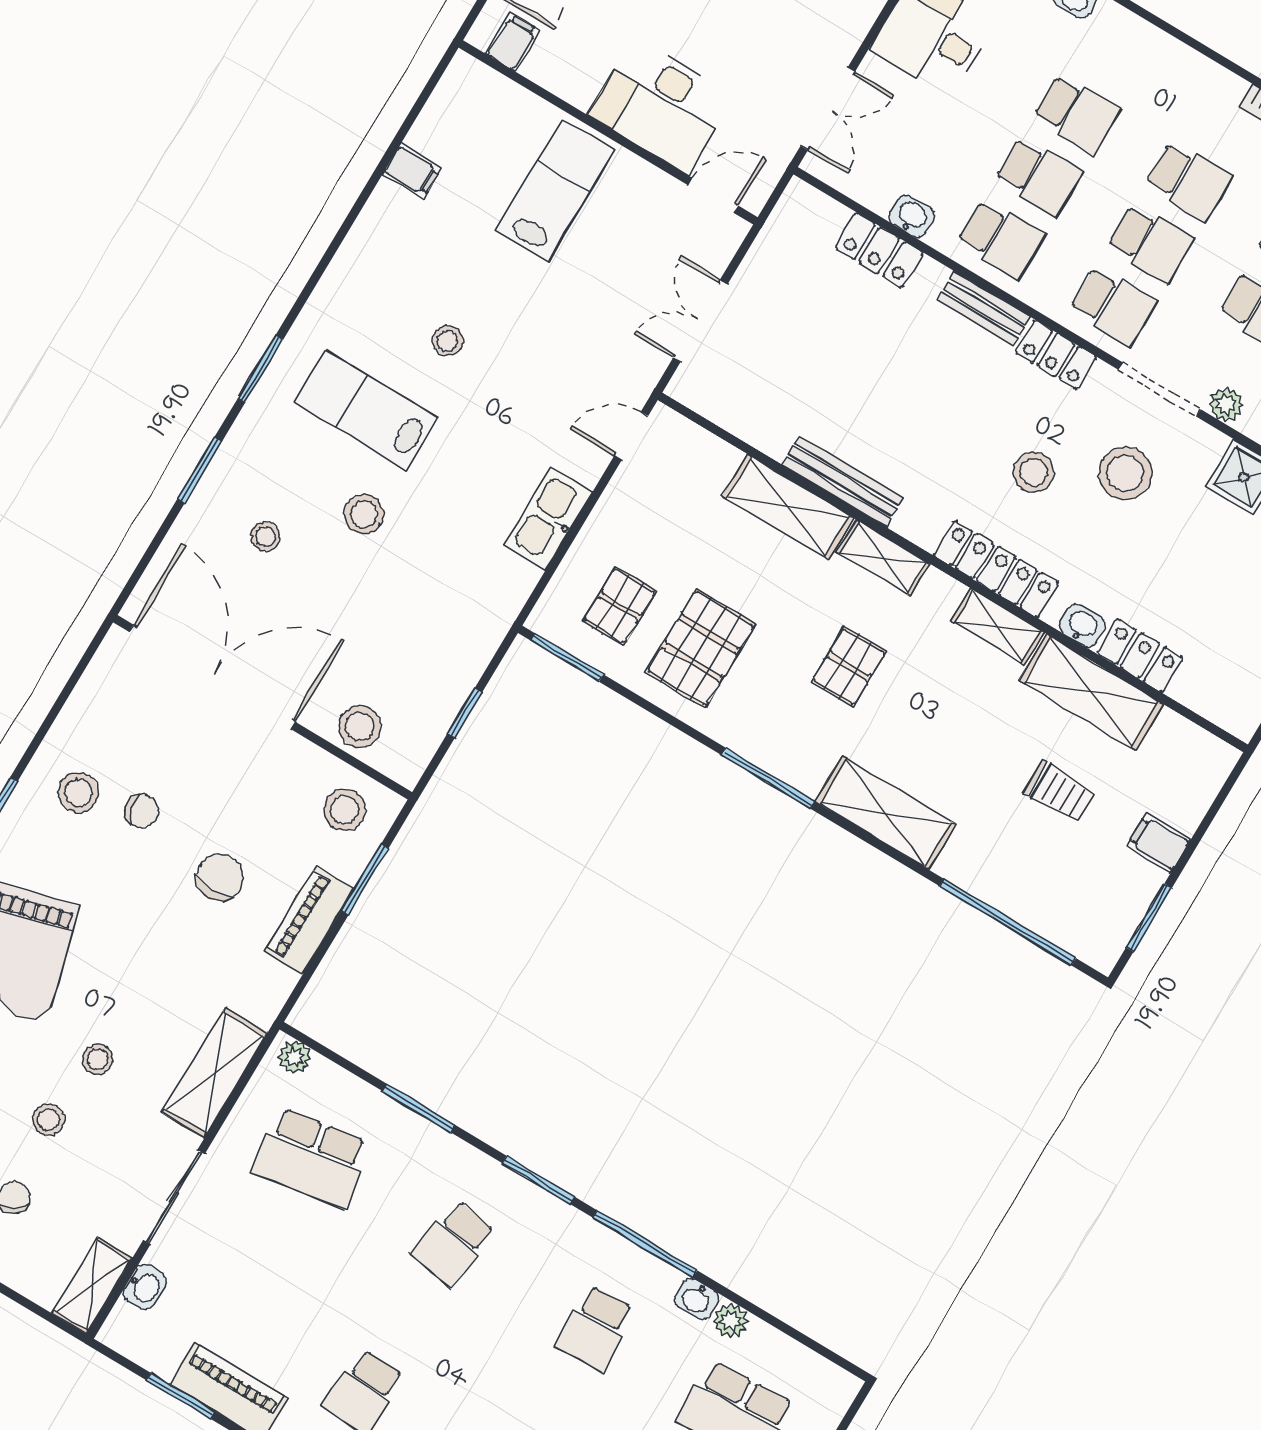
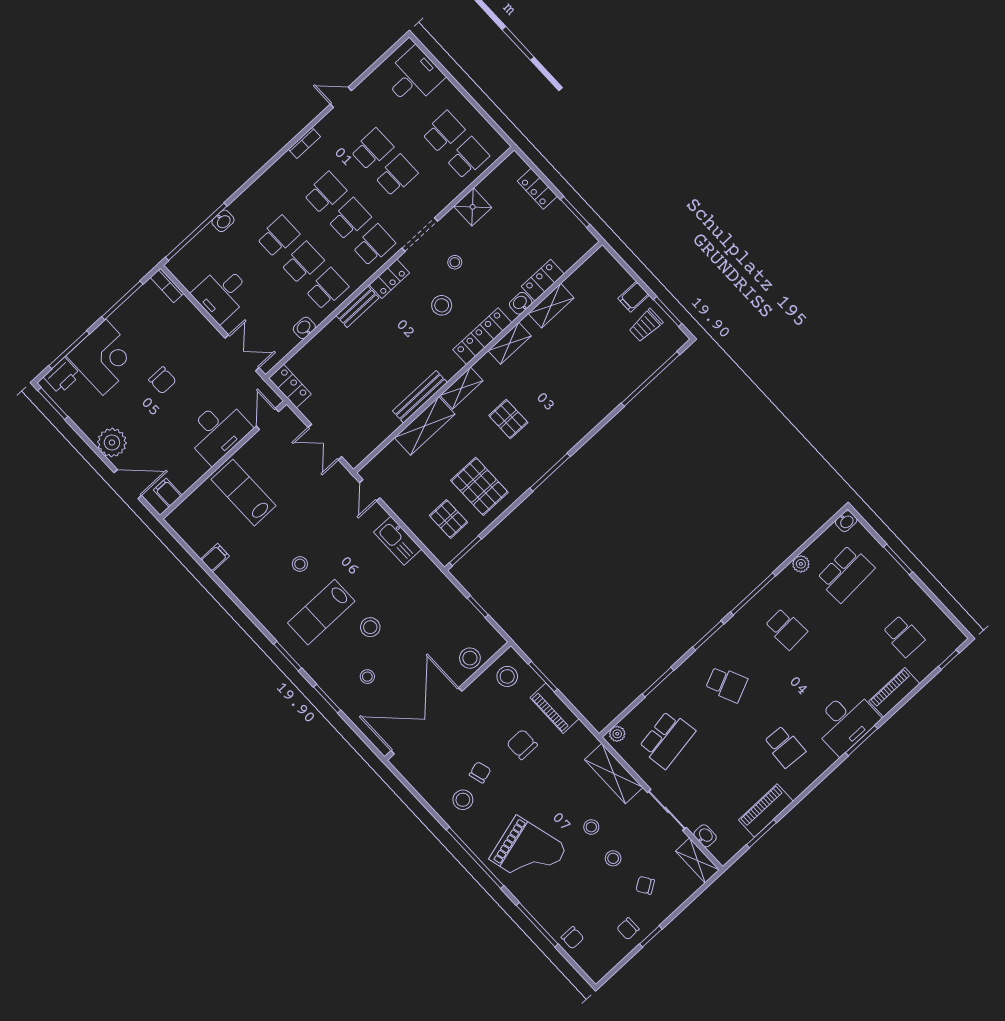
locker: (879, 250) -> (290, 386), moved, turned -90
plant: (1226, 404) -> (436, 205), removed
stool: (1125, 473) -> (455, 262), width x0.53, depth x0.53
shelving: (1091, 692) -> (551, 306), width x0.67, depth x0.75
trolley: (1059, 792) -> (646, 325), moved, turned 180
shelving: (885, 813) -> (582, 422), removed
school desk: (453, 1243) -> (726, 684), turned -33
washbasin: (696, 1299) -> (846, 521), moved

